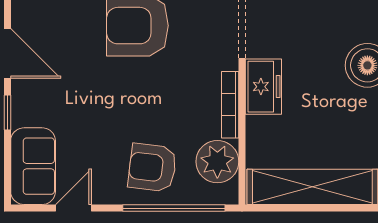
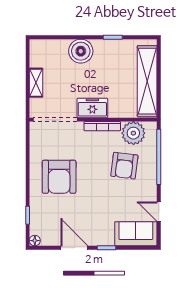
door: (7, 54) -> (74, 248), hinge flipped
armchair: (152, 168) -> (124, 166), moved

